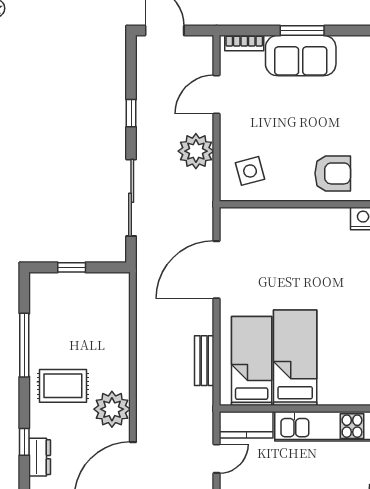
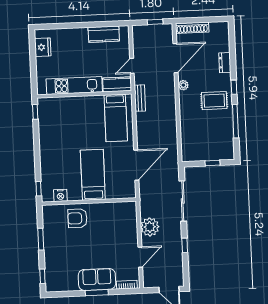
side table: (250, 171) -> (121, 218), removed
bed: (295, 358) -> (93, 175), moved, turned 180
bench: (204, 361) -> (140, 98), moved
plant: (112, 409) -> (183, 85), width x0.53, depth x0.53
window: (24, 442) -> (234, 87), moved

